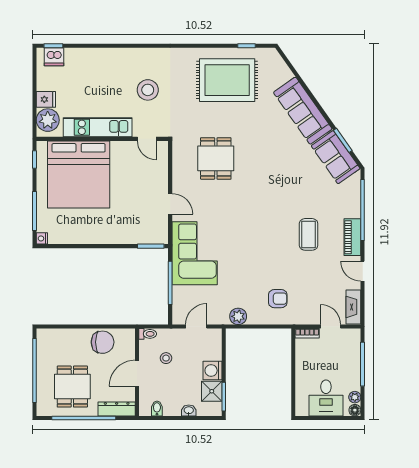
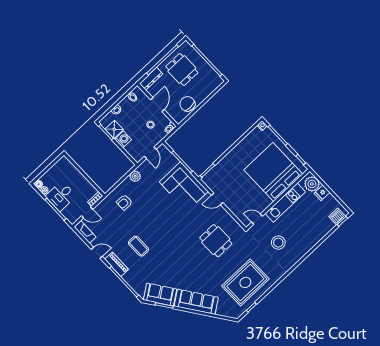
chair: (103, 342) -> (187, 104), turned 90
desk: (326, 398) -> (61, 196), moved, turned -90

